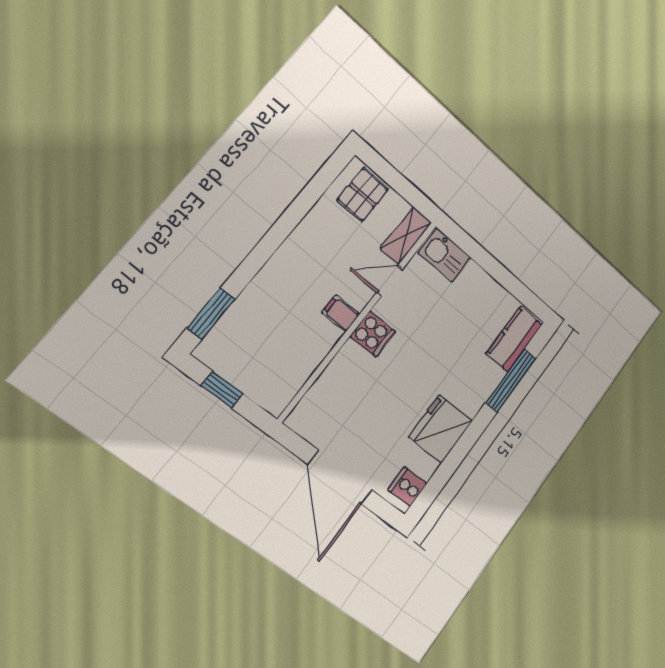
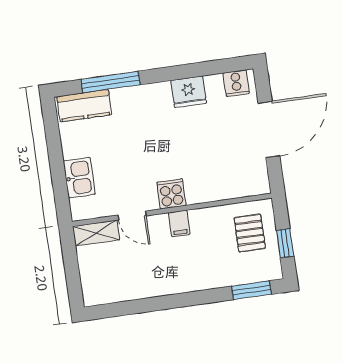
pallet: (363, 195) -> (250, 233), moved, turned 90
kitchen sink: (444, 255) -> (79, 178), moved
fridge: (441, 429) -> (189, 92), width x0.73, depth x0.75

